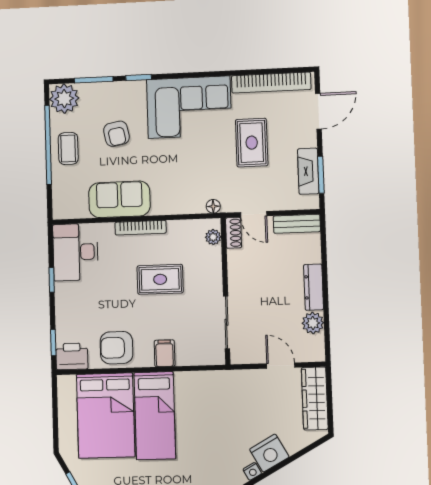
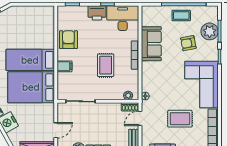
plant: (64, 99) -> (210, 31), moved
printer: (72, 356) -> (97, 13), moved, turned 90
bed: (106, 416) -> (31, 87), moved

